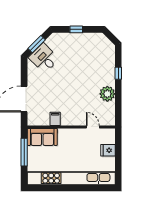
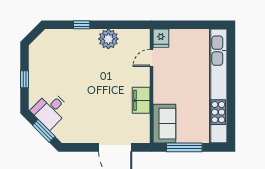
desk: (44, 58) -> (50, 110), moved
filing cabinet: (55, 119) -> (141, 100), width x2.00
fridge: (108, 150) -> (161, 38), moved

